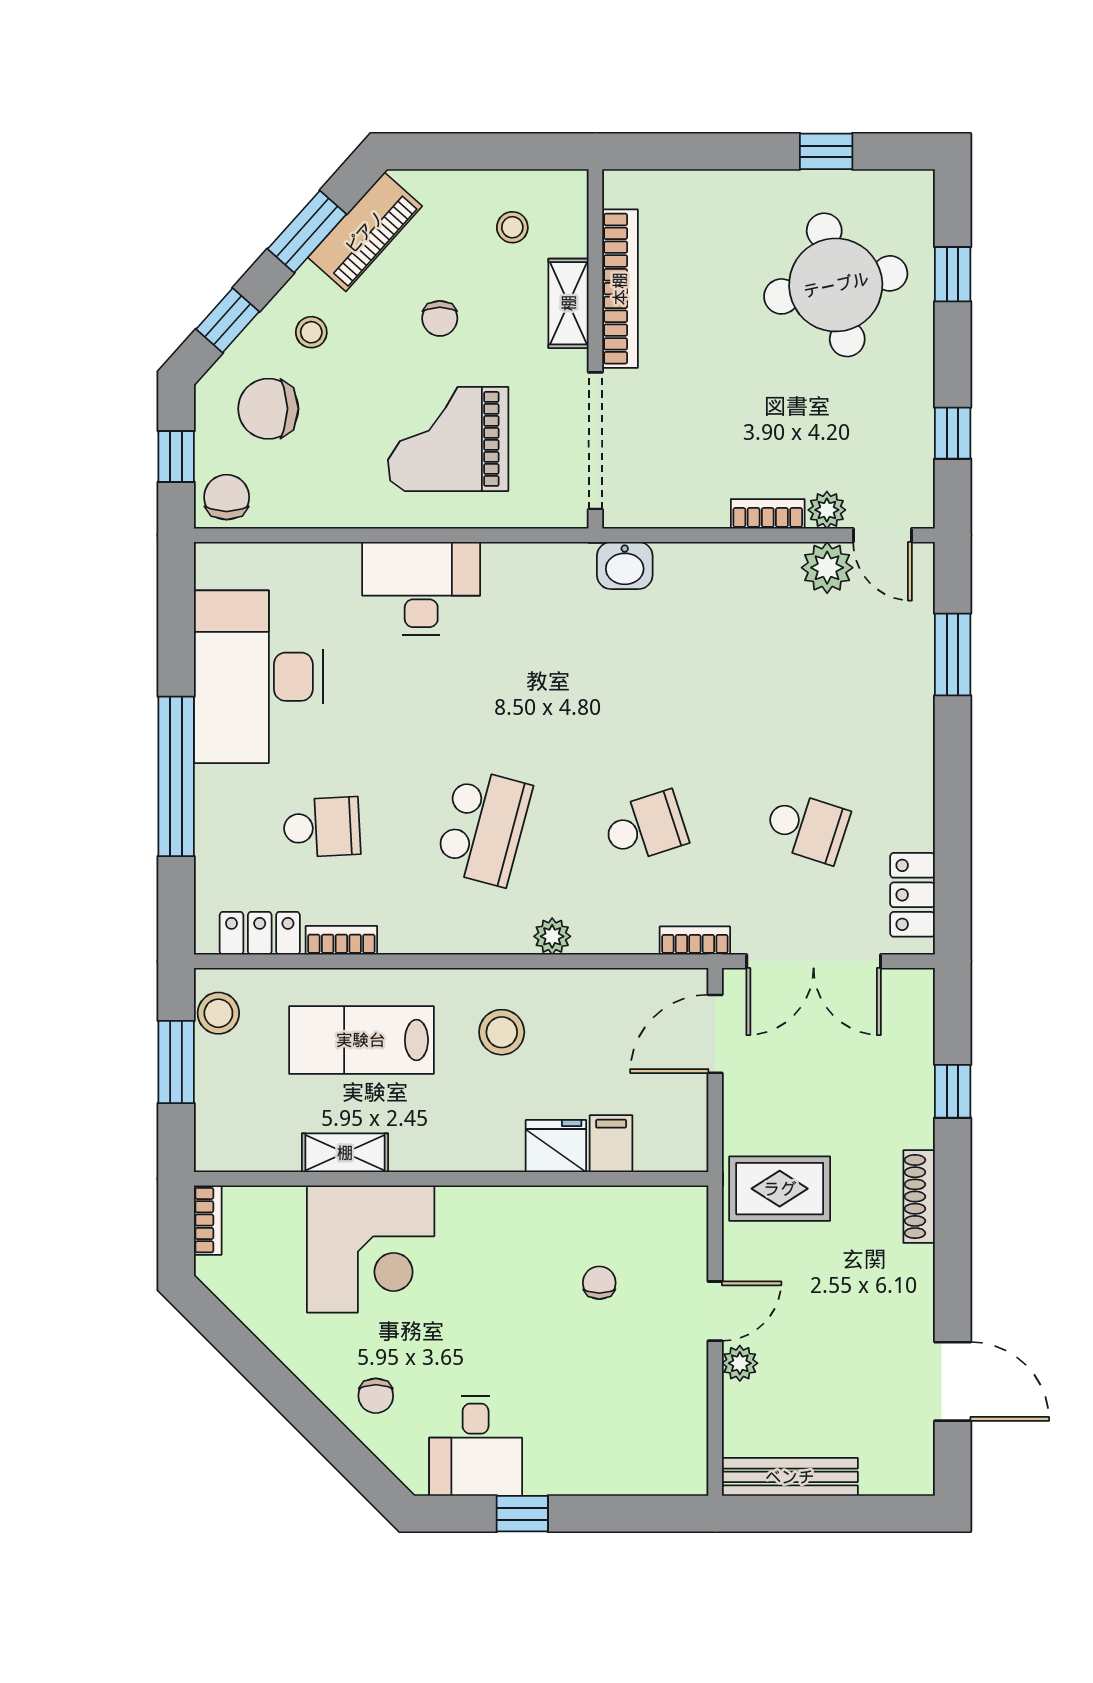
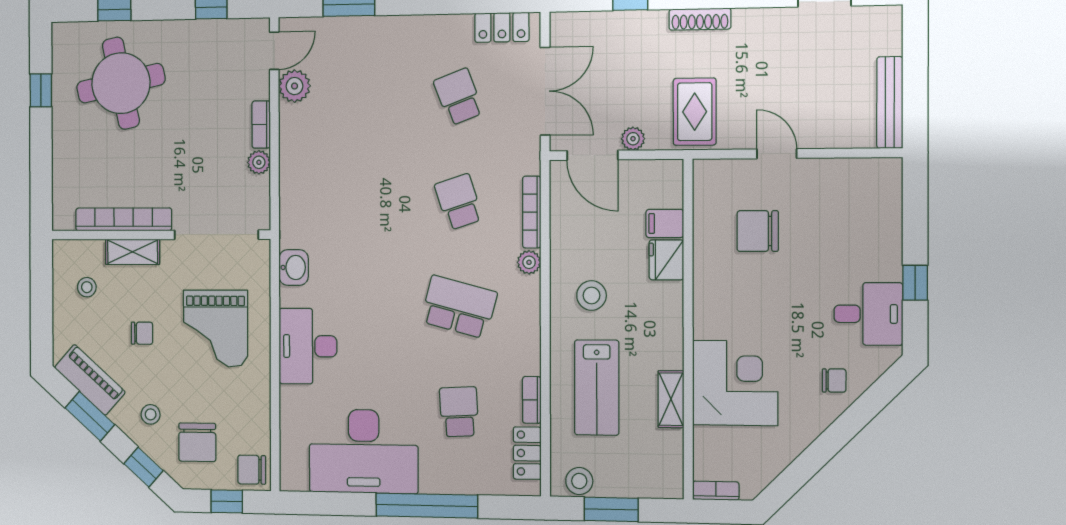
plant: (827, 510) -> (259, 162), moved
washbasin: (625, 566) -> (294, 267), moved
school desk: (807, 827) -> (459, 97), turned -39
bookcase: (695, 941) -> (532, 212), moved, width x1.56
chair: (599, 1283) -> (758, 231), width x1.87, depth x1.87
plant: (740, 1363) -> (633, 139), moved

